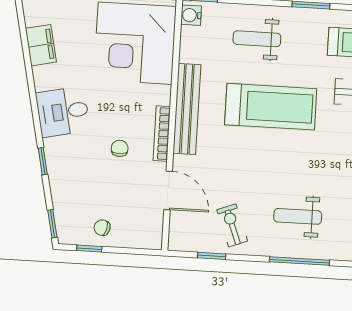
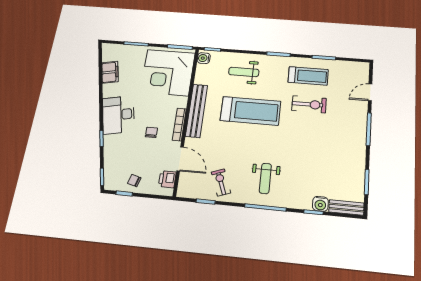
desk: (63, 112) -> (118, 115), width x1.37
weight bench: (298, 216) -> (265, 178), turned -90
printer: (152, 224) -> (167, 179), added

